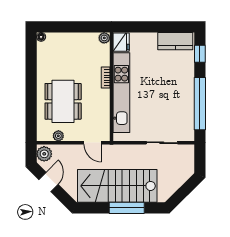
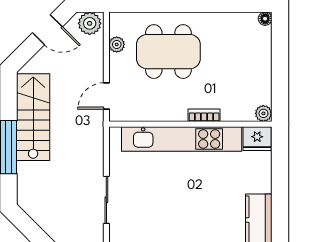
stairs: (117, 186) -> (33, 117), width x0.73, depth x0.66

